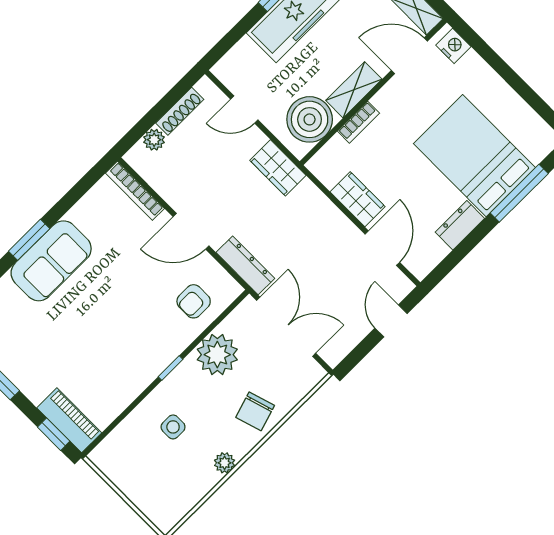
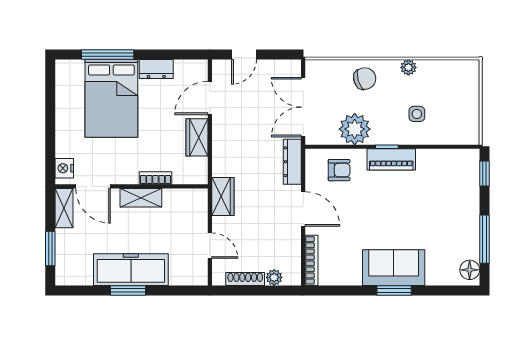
boiler: (310, 119) -> (180, 206), removed
piano: (69, 420) -> (391, 159), moved, turned -90

